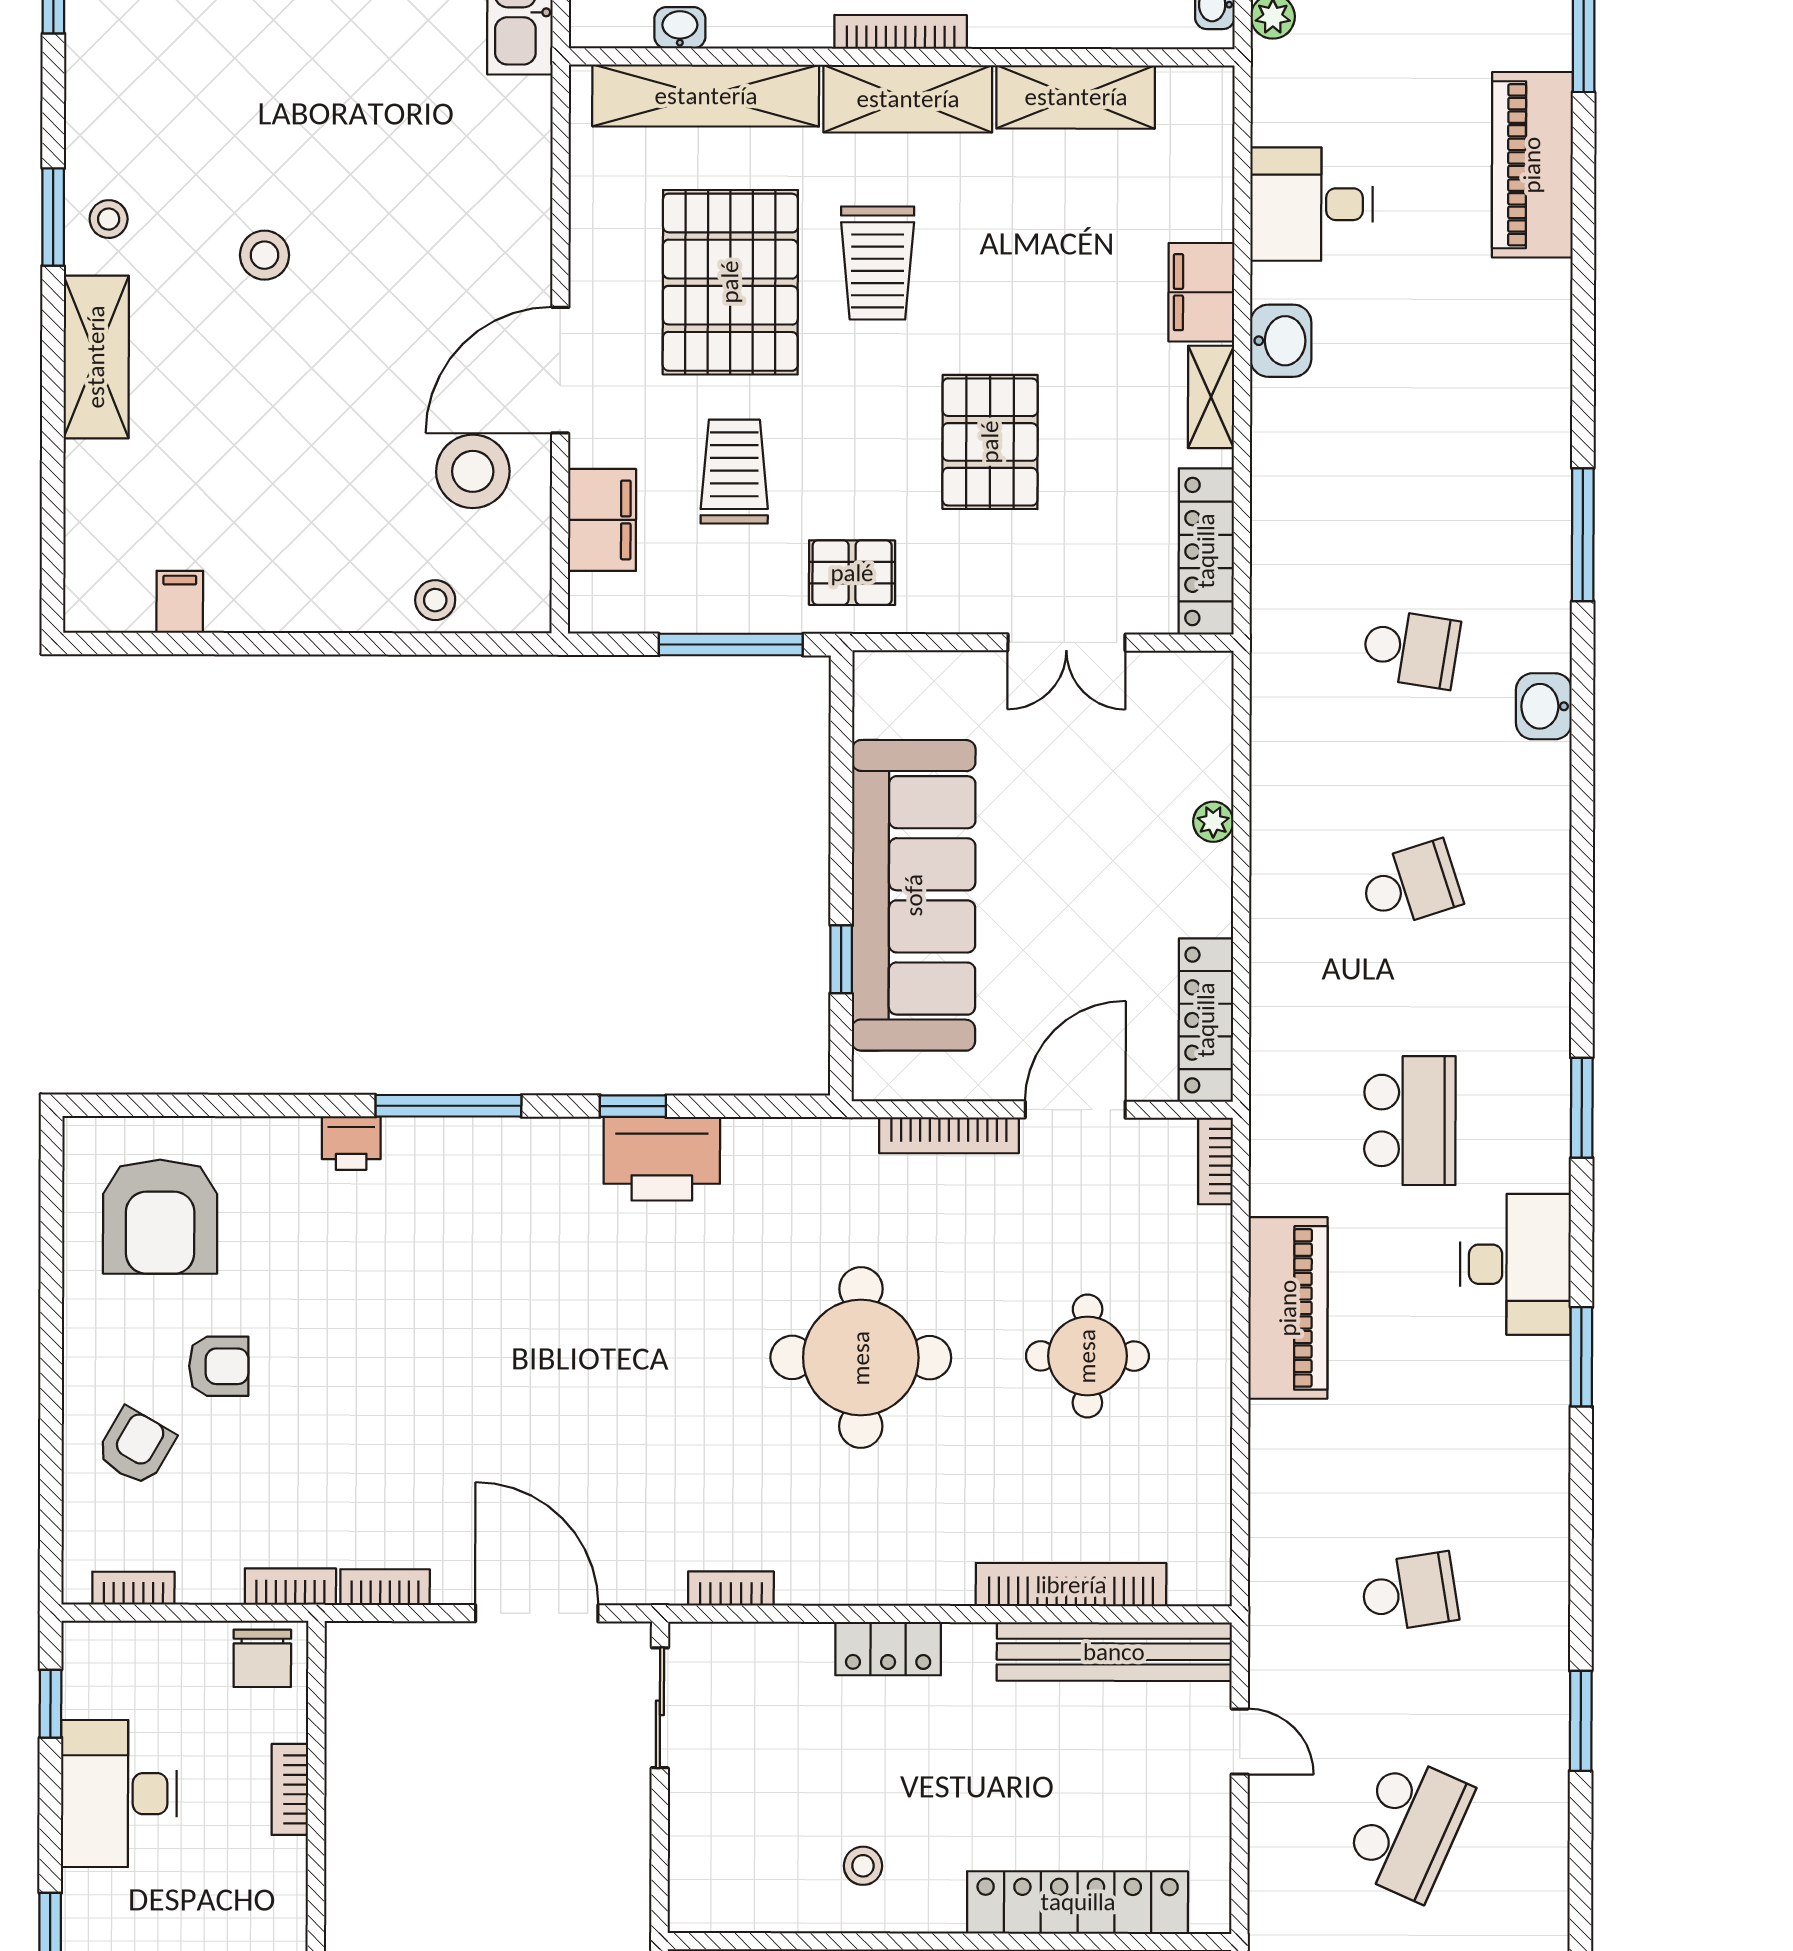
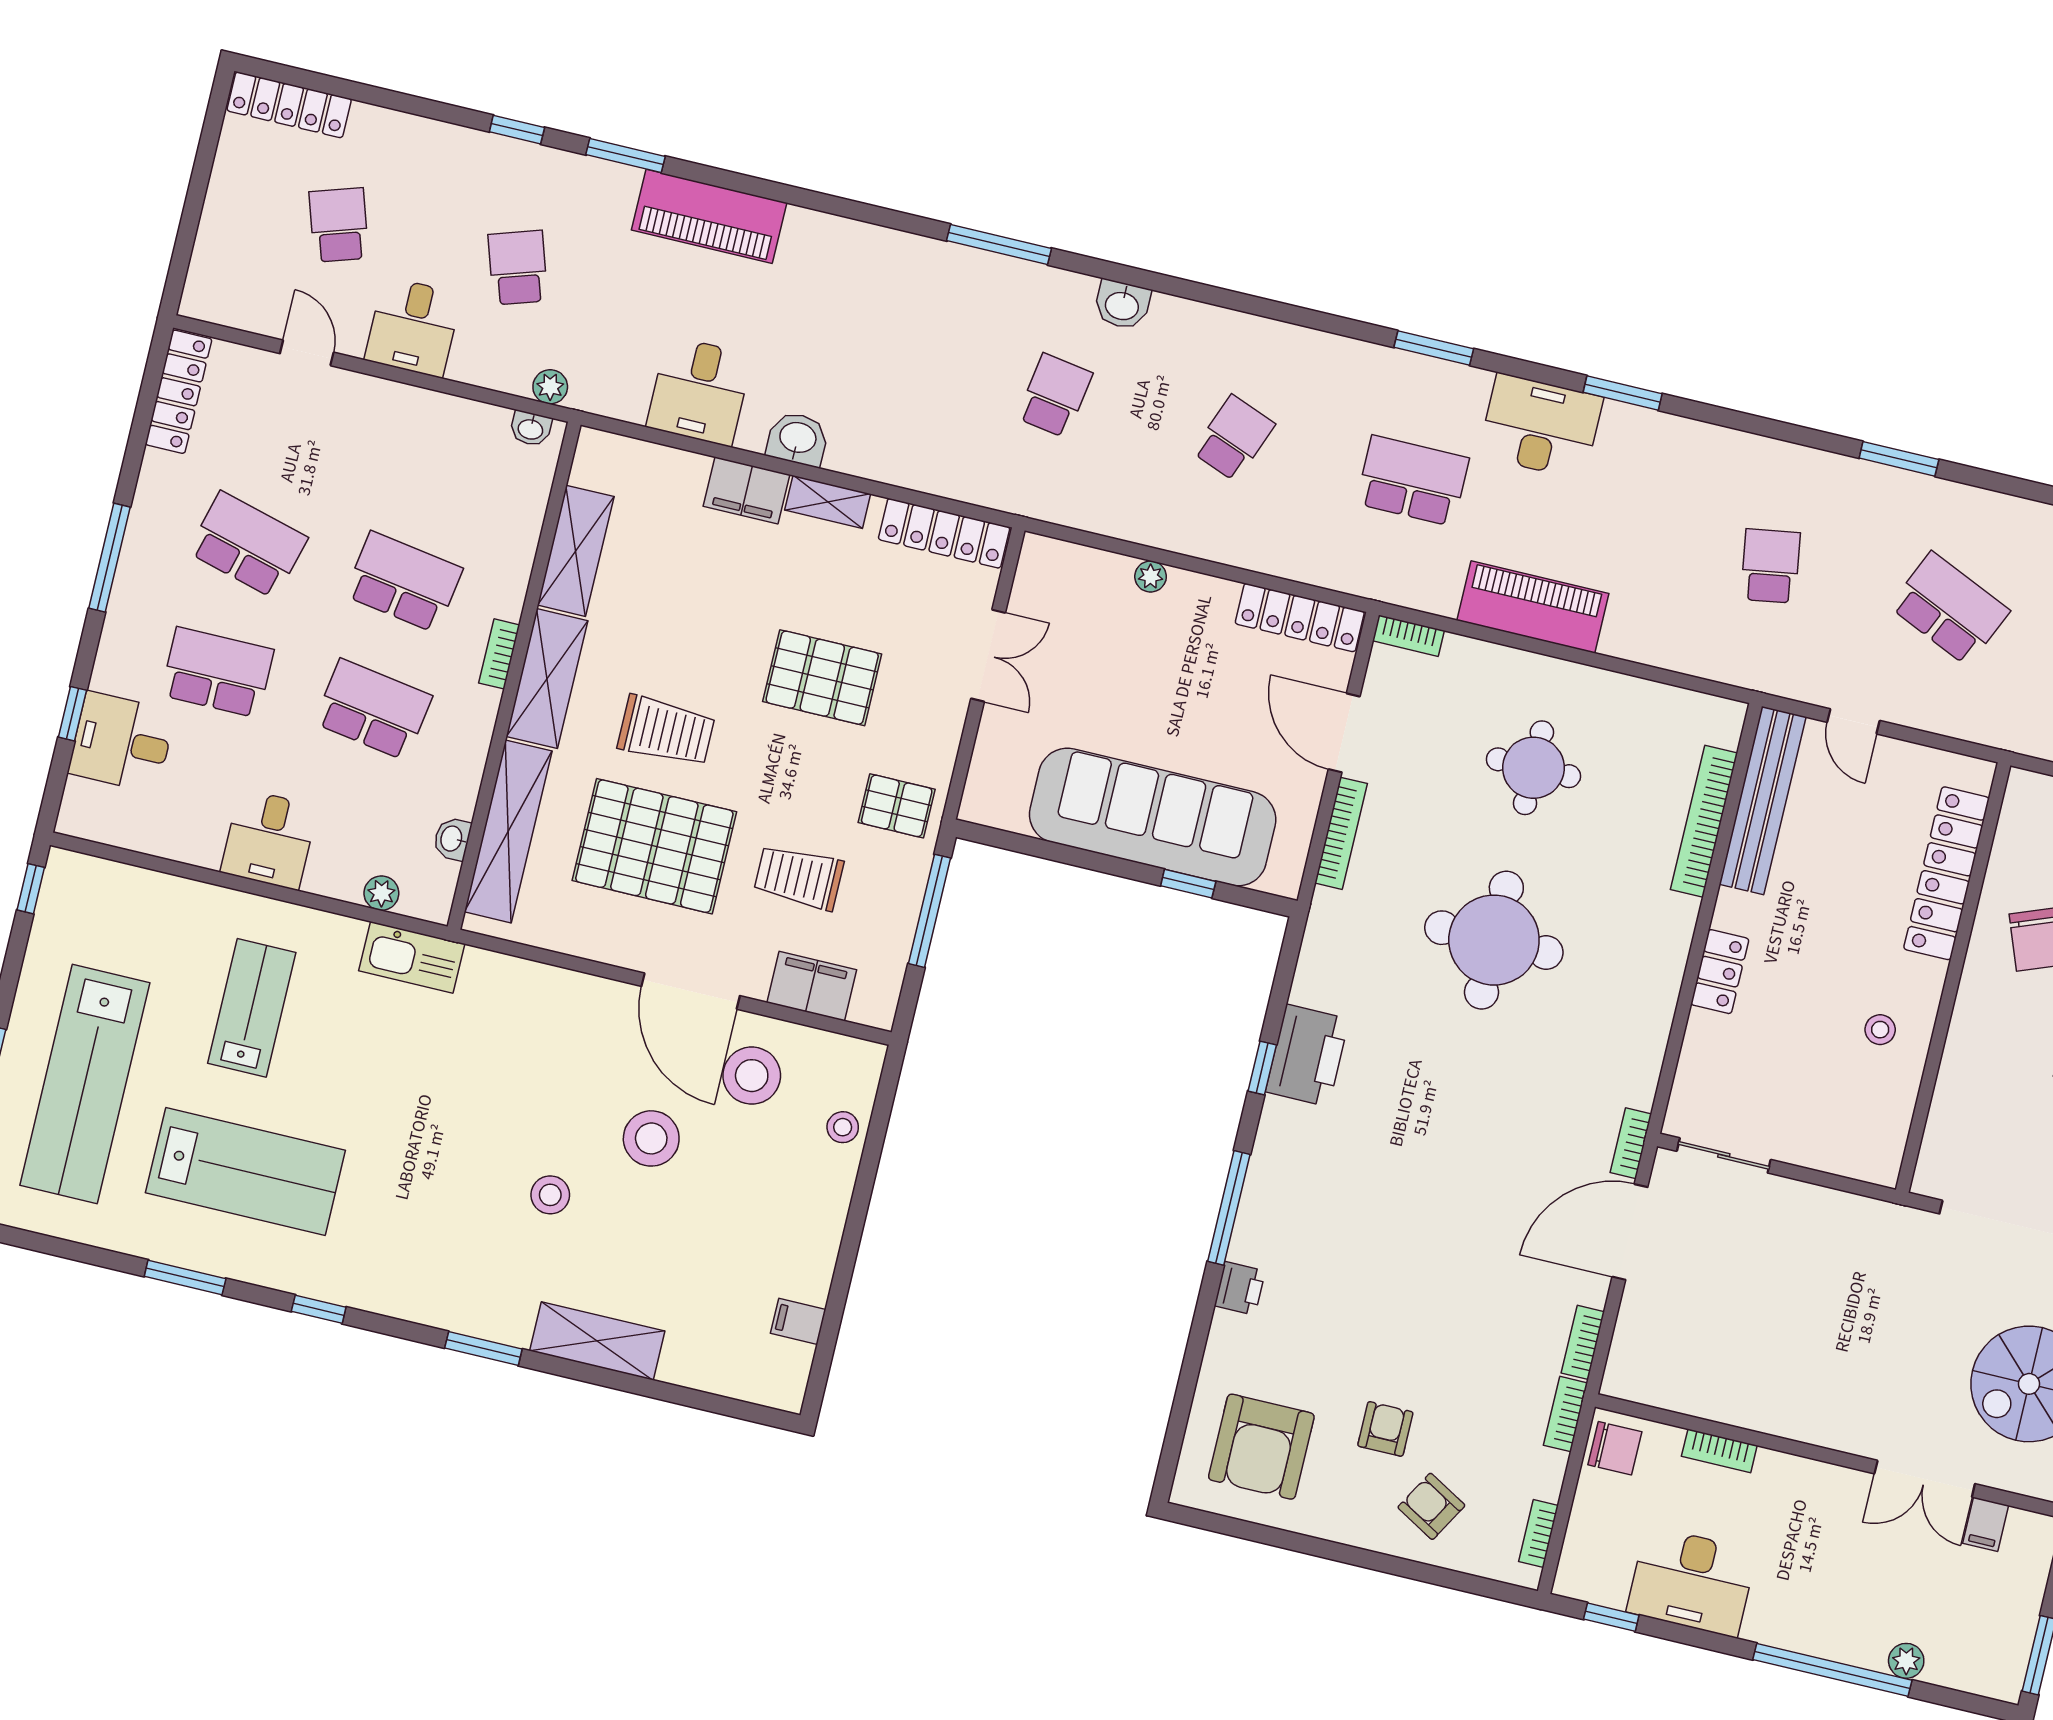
bookcase: (901, 32) -> (499, 654), width x0.64
stool: (109, 219) -> (651, 1138), moved, width x1.89, depth x1.89
pallet: (852, 573) -> (897, 806), turned 90
school desk: (1410, 885) -> (1234, 438), turned 39
armchair: (160, 1217) -> (1261, 1447), turned 90
bookcase: (731, 1588) -> (1631, 1143), moved
door: (1240, 1742) -> (1853, 721), swing flipped

